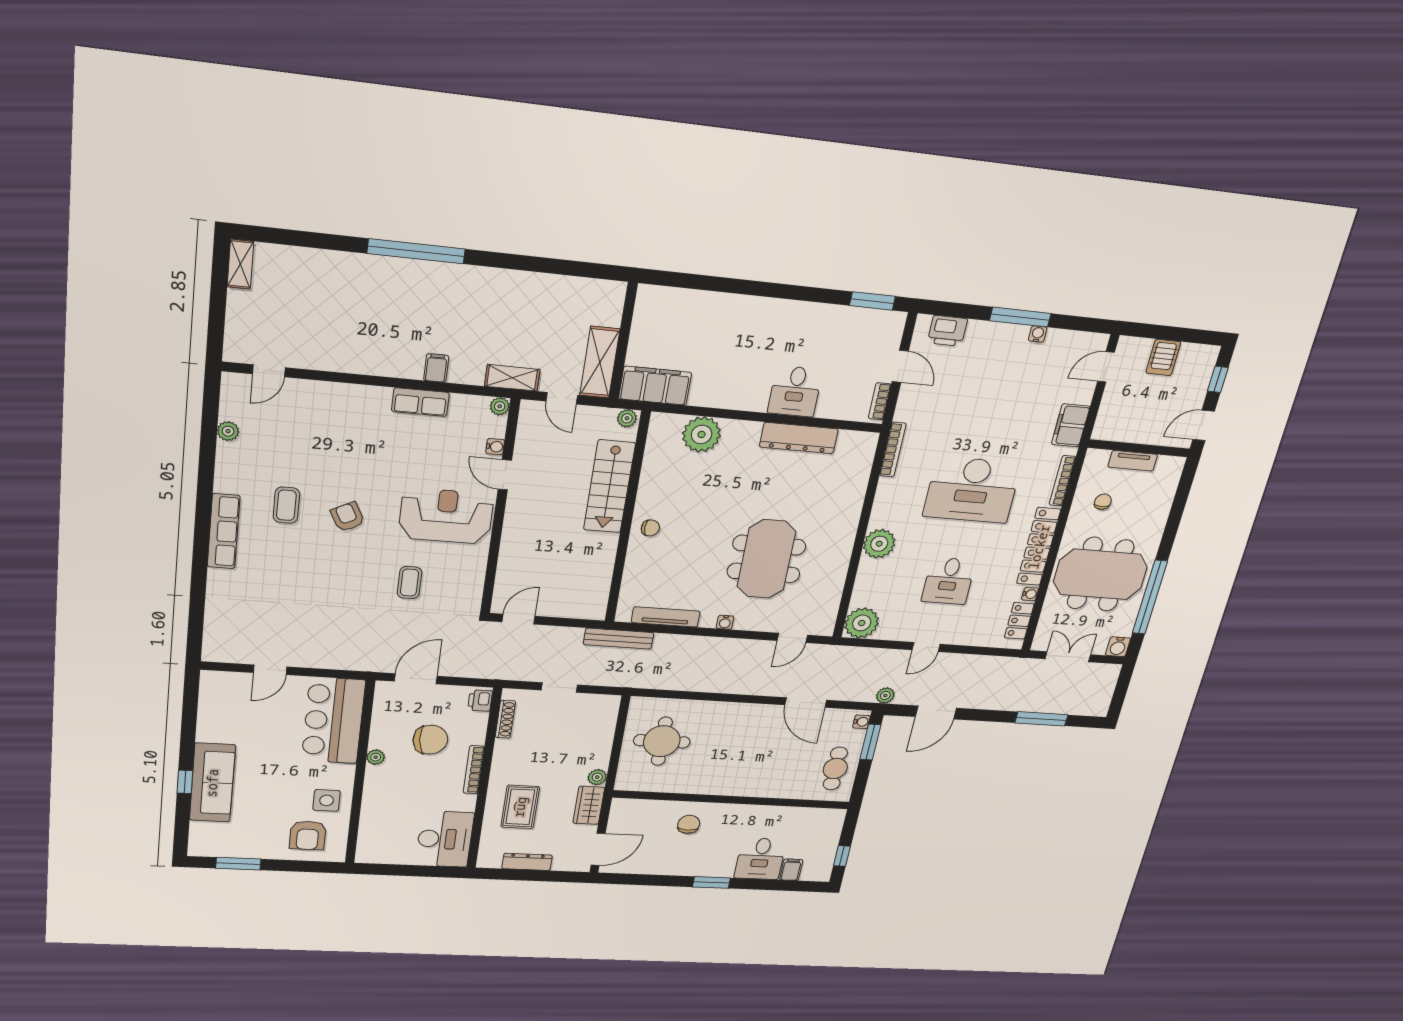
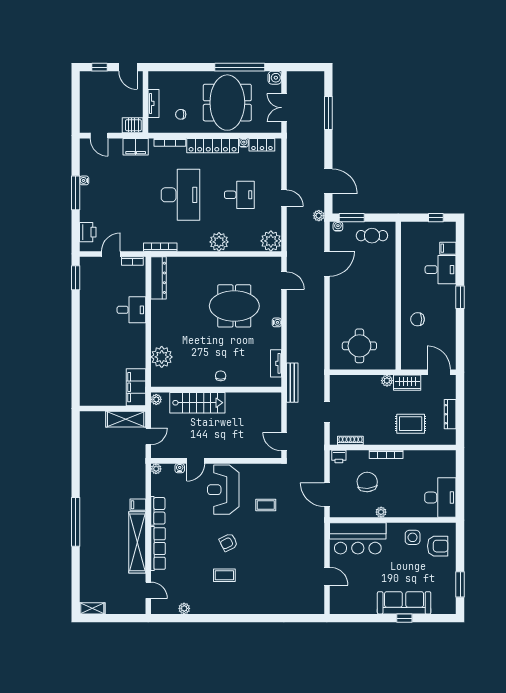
server rack: (1163, 357) -> (133, 125), moved, turned 180
shelving: (512, 378) -> (137, 542), moved, width x2.20, depth x1.33
dresser: (799, 438) -> (158, 278), moved
row of seats: (224, 531) -> (158, 549), moved, turned 90
tv unit: (666, 617) -> (276, 363), width x0.71
desk: (445, 839) -> (440, 498), moved, turned 90

